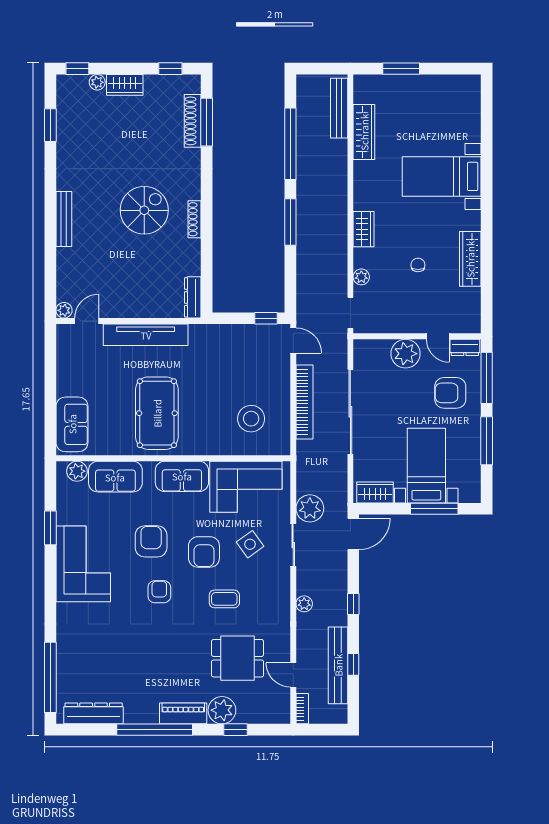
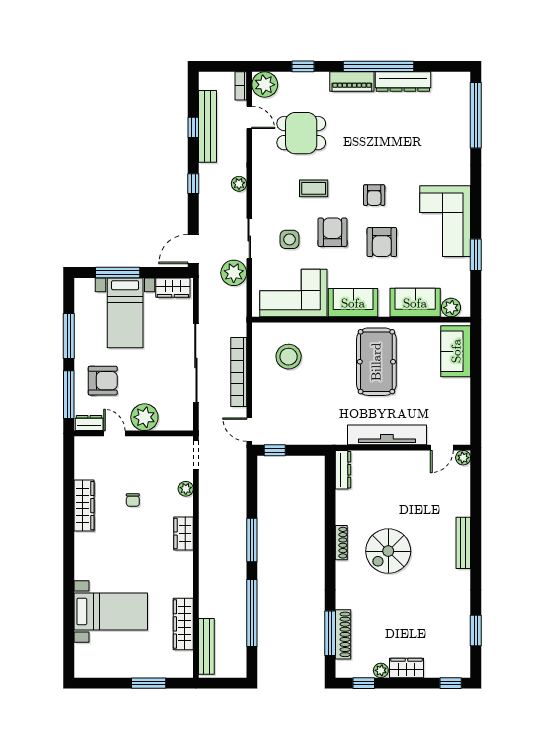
plant: (97, 82) -> (381, 670), moved
bed with nightstands: (442, 176) -> (111, 611), moved
side table: (250, 544) -> (289, 239), turned 36
plant: (222, 710) -> (265, 85), moved
dresser: (94, 713) -> (403, 82), moved

